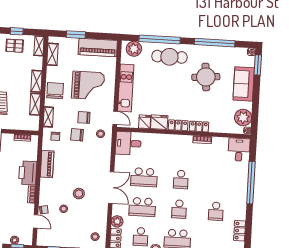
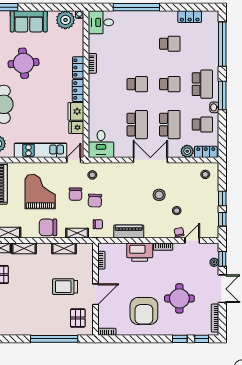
shelving: (36, 81) -> (24, 248), moved

